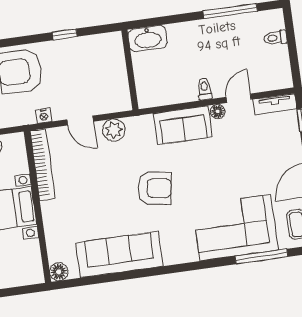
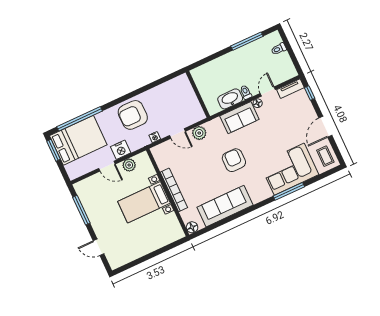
window: (65, 34) -> (153, 85), removed
washbasin: (148, 38) -> (230, 99), moved, turned 180
bookcase: (43, 165) -> (174, 190), moved
armchair: (155, 188) -> (234, 160), turned -99
window: (262, 256) -> (289, 191), moved

